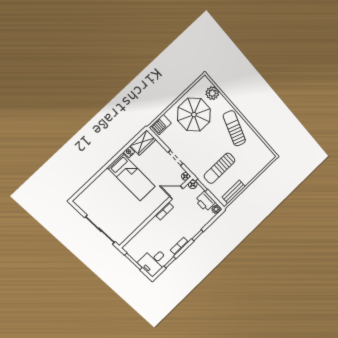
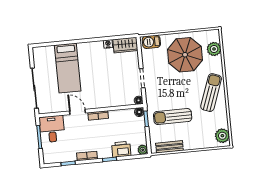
plant: (265, 154) -> (222, 136), added
bed: (131, 177) -> (68, 68), moved
door: (176, 193) -> (78, 112), moved
printer: (205, 201) -> (121, 149), moved, turned 90
desk: (153, 262) -> (52, 129), moved, turned 90

